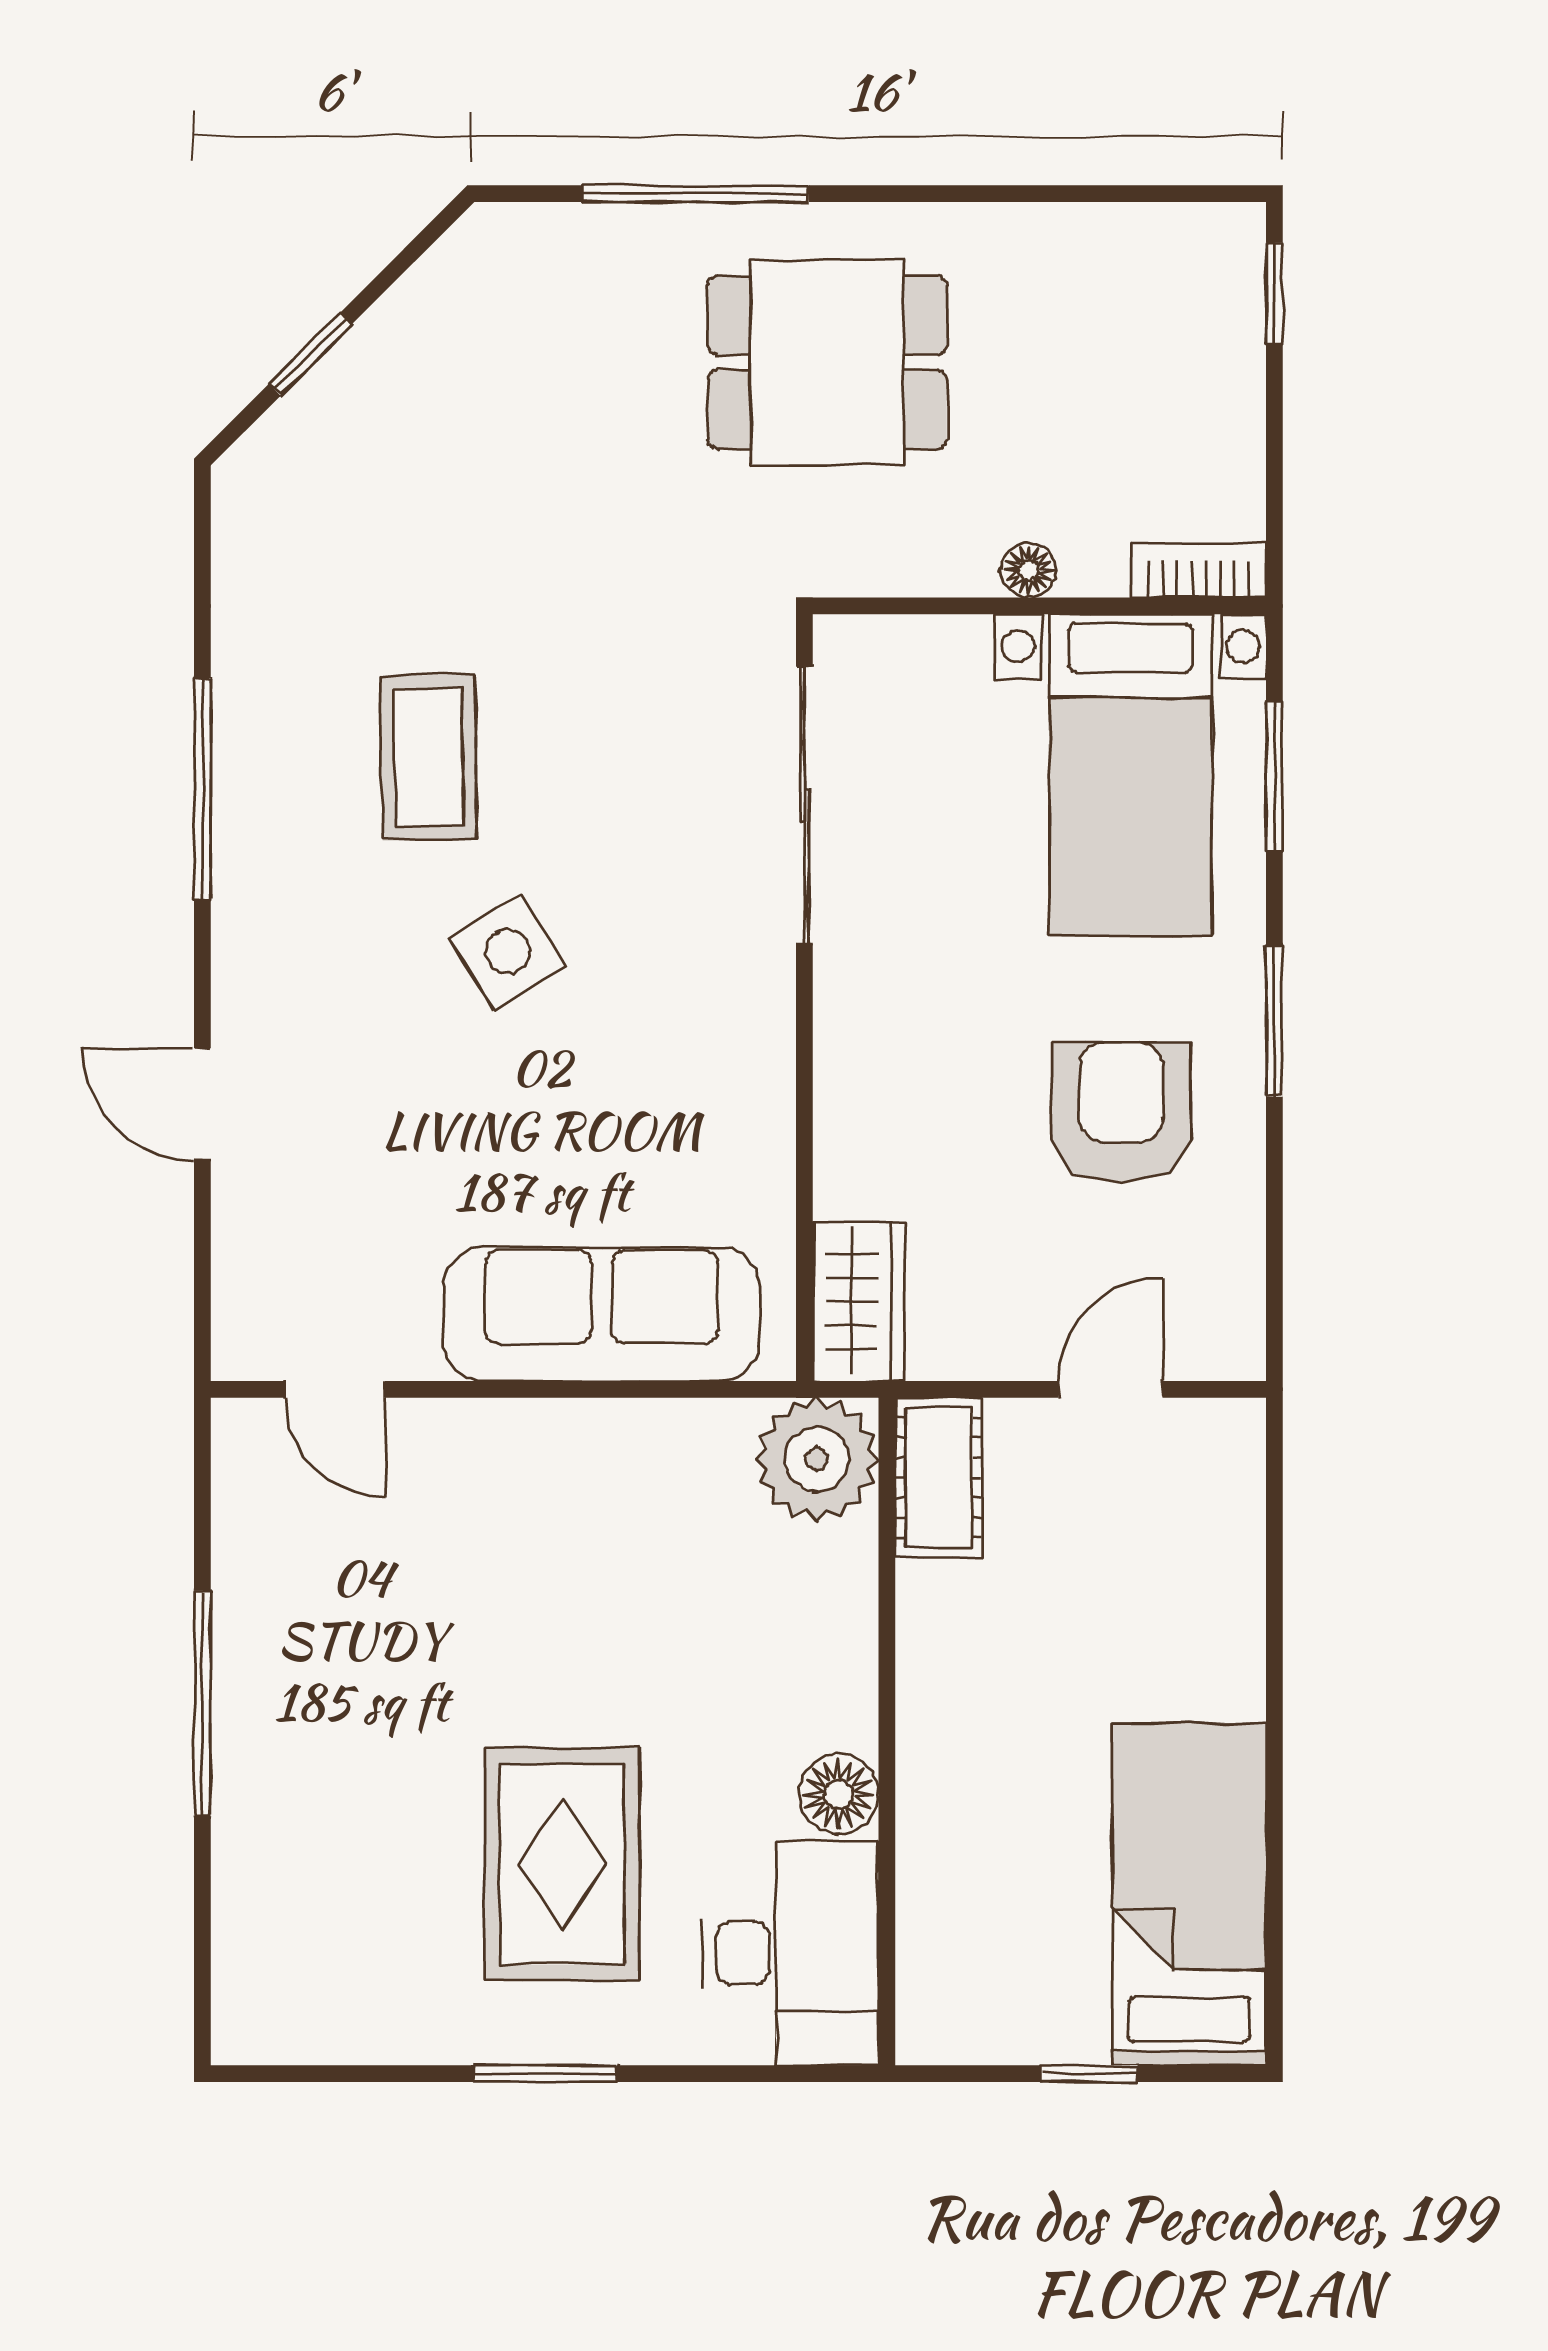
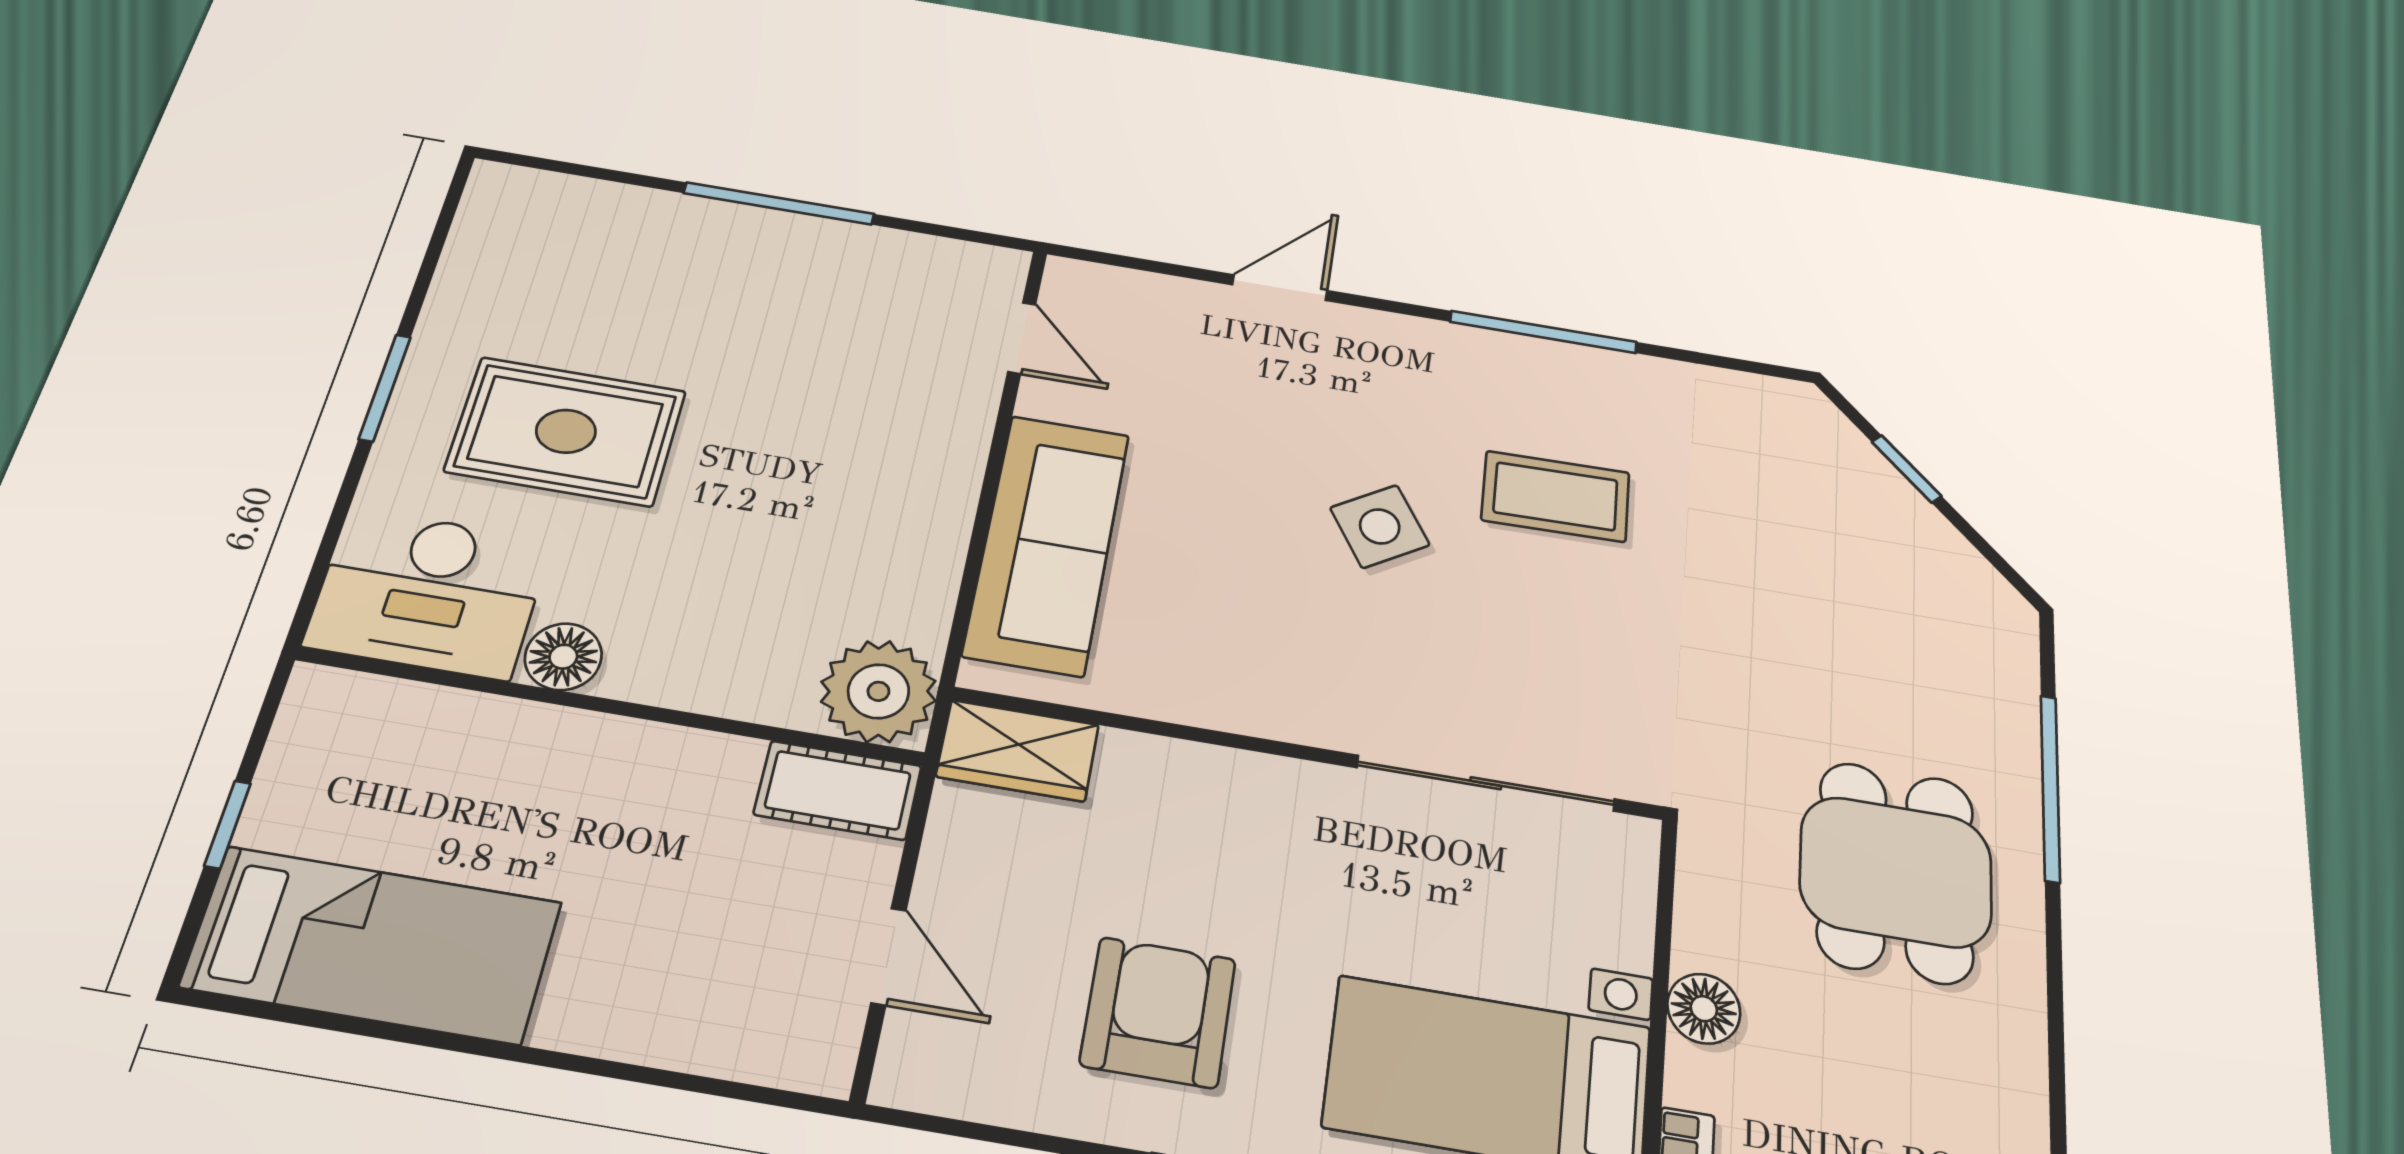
floor lamp: (1029, 570) -> (1704, 1009), width x1.37, depth x1.37
armchair: (1121, 1112) -> (1158, 1012), turned -90
door: (335, 1389) -> (1022, 338), swing flipped

